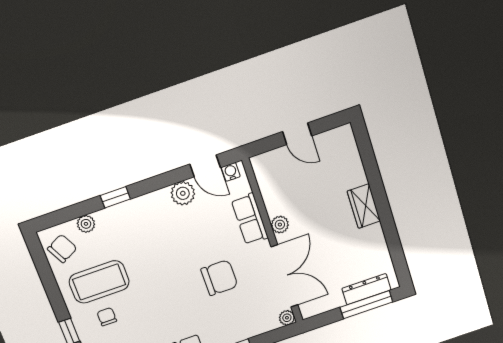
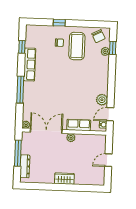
window: (115, 197) -> (113, 48), moved
double door: (284, 276) -> (46, 131), swing flipped
chair: (219, 278) -> (57, 101), removed
window: (366, 305) -> (18, 153), moved

